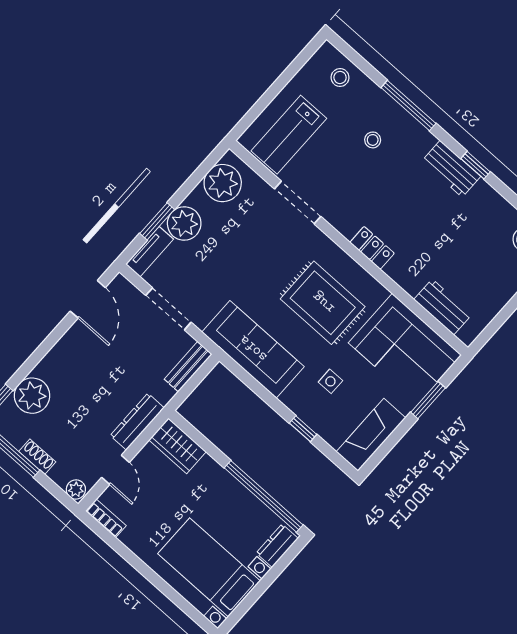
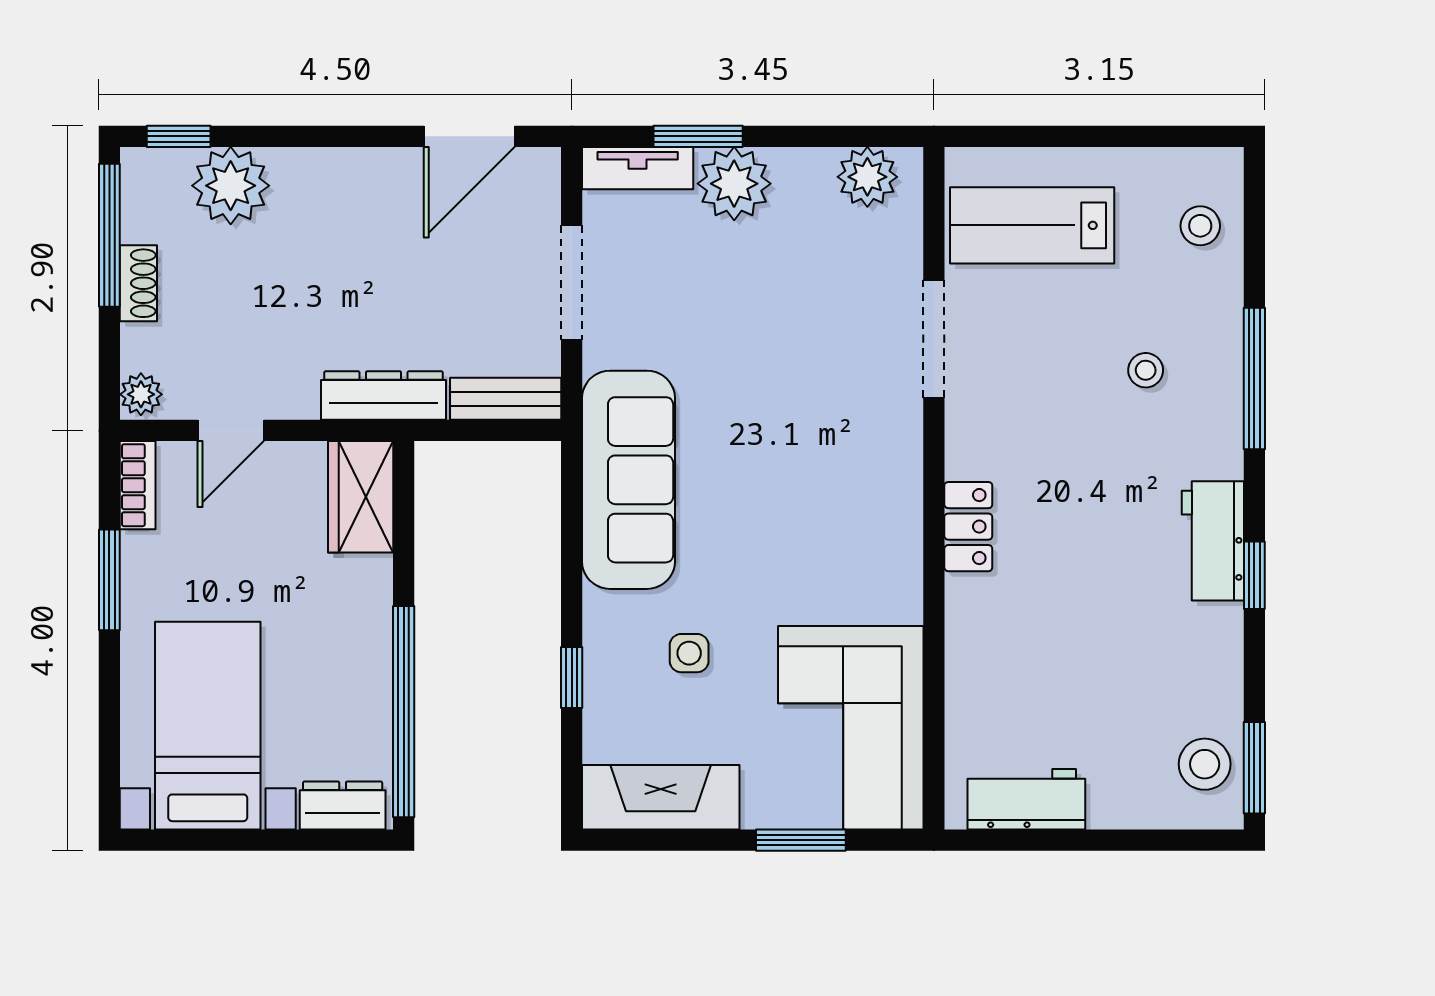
plant: (223, 183) -> (867, 177), width x0.73, depth x0.73
rug: (323, 303) -> (806, 526), removed
workbench: (443, 307) -> (1026, 799), moved, turned -90
dresser: (137, 422) -> (384, 396), moved
window: (130, 557) -> (109, 580), added

